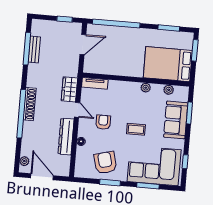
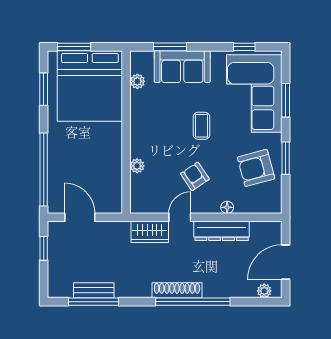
bed: (168, 64) -> (90, 86), width x1.36
tv unit: (95, 83) -> (137, 194), removed
plant: (146, 88) -> (137, 166), moved
armchair: (103, 122) -> (195, 176), turned 56

